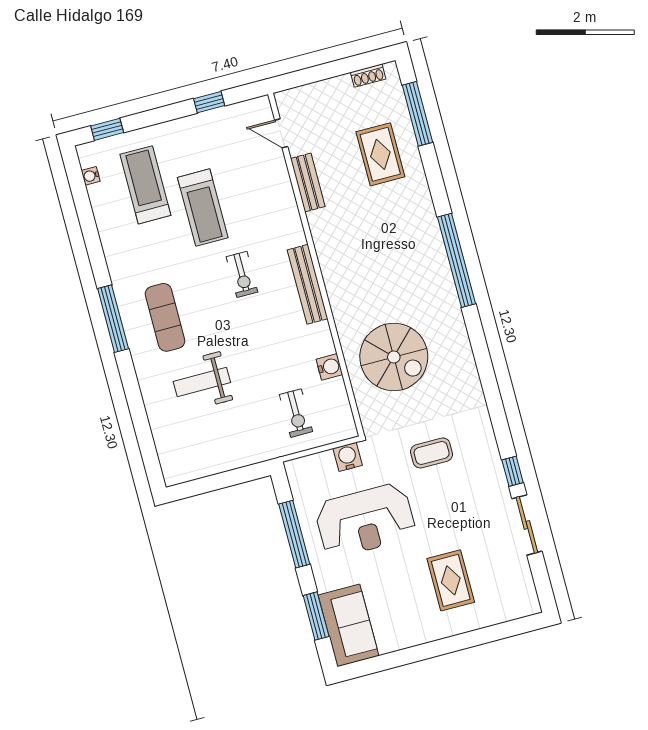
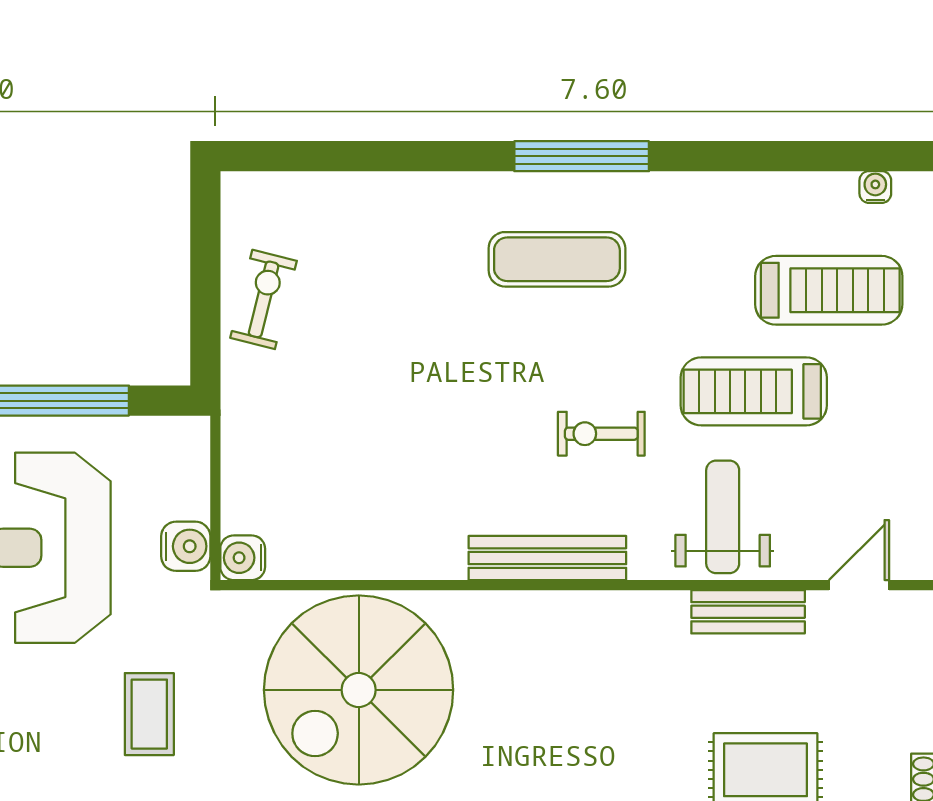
spiral stairs: (394, 357) -> (359, 690), width x1.37, depth x1.37
water cooler: (329, 367) -> (243, 558), moved, turned 90
weight bench: (202, 382) -> (723, 517), moved
exercise bike: (296, 413) -> (264, 299), moved, turned 104

